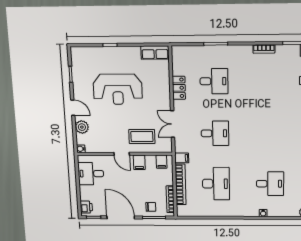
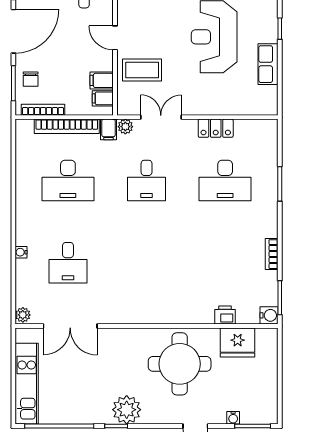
row of seats: (155, 53) -> (268, 64), moved
desk: (214, 81) -> (225, 180), width x1.37
coffee table: (142, 137) -> (142, 70), turned 90
plant: (180, 147) -> (125, 127), added
door: (122, 154) -> (115, 38), hinge flipped
filing cabinet: (139, 162) -> (102, 80), moved

